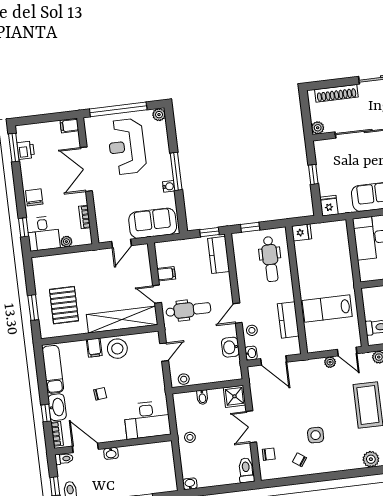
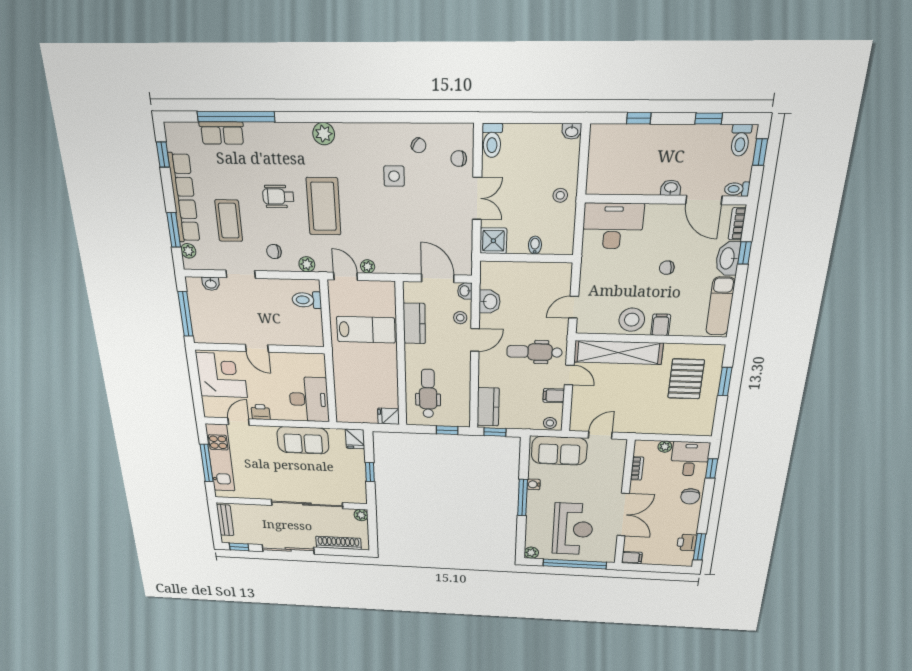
stool: (184, 379) -> (550, 423), moved

